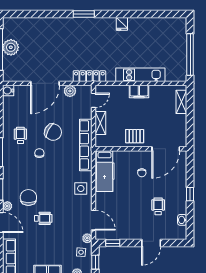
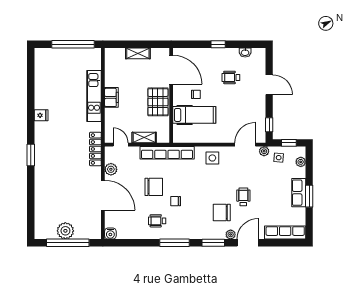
shelving: (181, 102) -> (138, 53), moved
chair: (53, 132) -> (154, 187), turned 62
pallet: (135, 136) -> (158, 102), width x1.50, depth x1.42
hospital bed: (105, 171) -> (194, 115), moved

